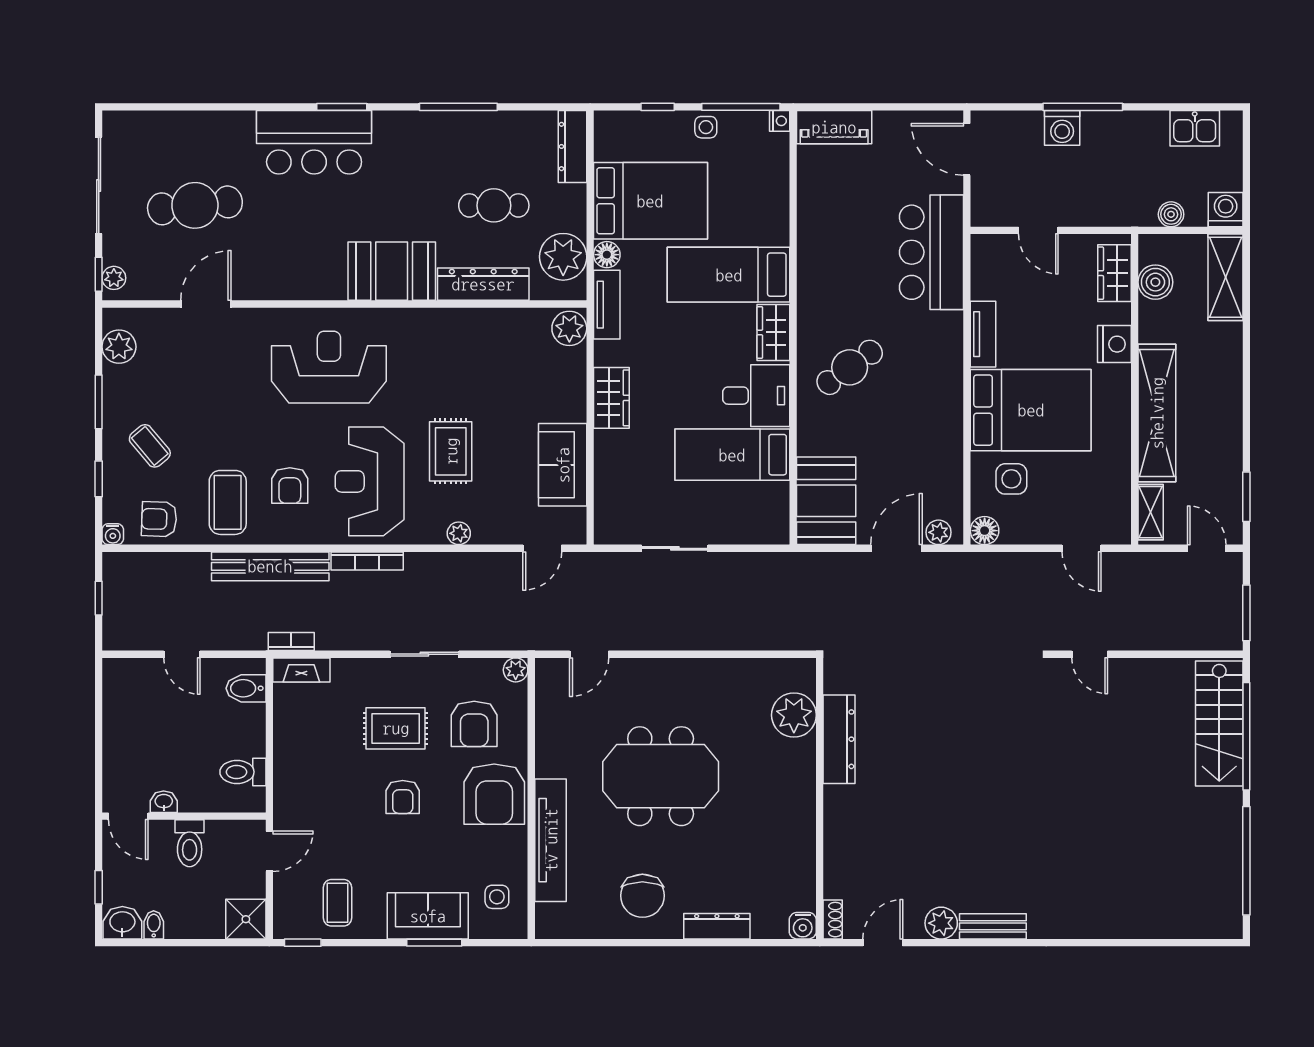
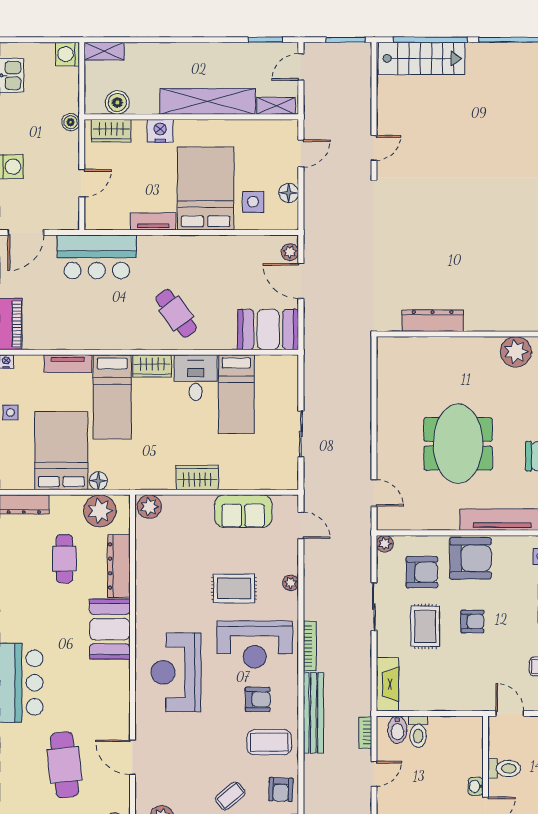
boiler: (1171, 214) -> (71, 122), moved
shelving: (1226, 277) -> (104, 51), width x0.67, depth x0.75
tv unit: (607, 305) -> (68, 364), moved, turned 180
floor lamp: (985, 531) -> (289, 193), moved
bookcase: (291, 642) -> (365, 733), moved
fireplace: (301, 670) -> (387, 684), width x1.37, depth x1.32
plant: (794, 715) -> (516, 352), moved
toilet: (243, 772) -> (418, 732), moved

